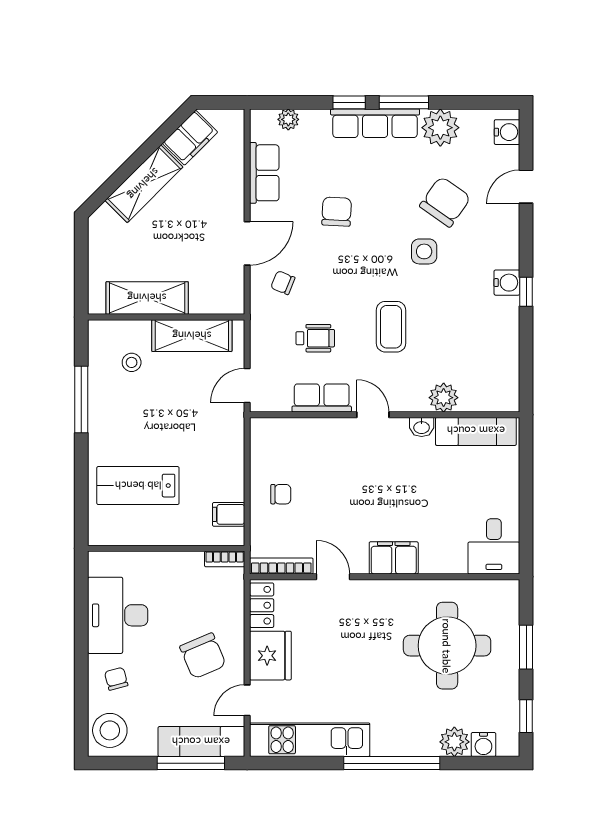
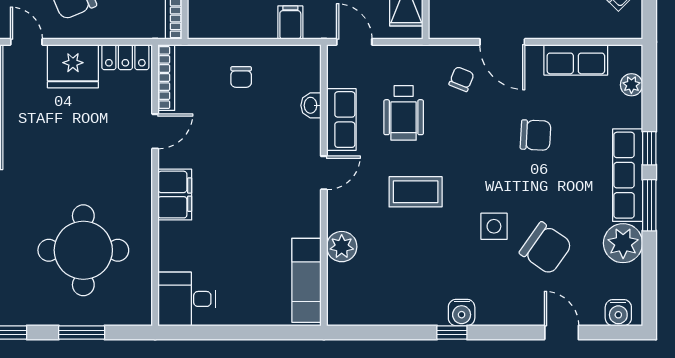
wheelchair: (315, 338) -> (404, 113), width x1.36, depth x1.37
washbasin: (422, 427) -> (311, 105), moved
filing cabinet: (229, 514) -> (290, 23), moved

